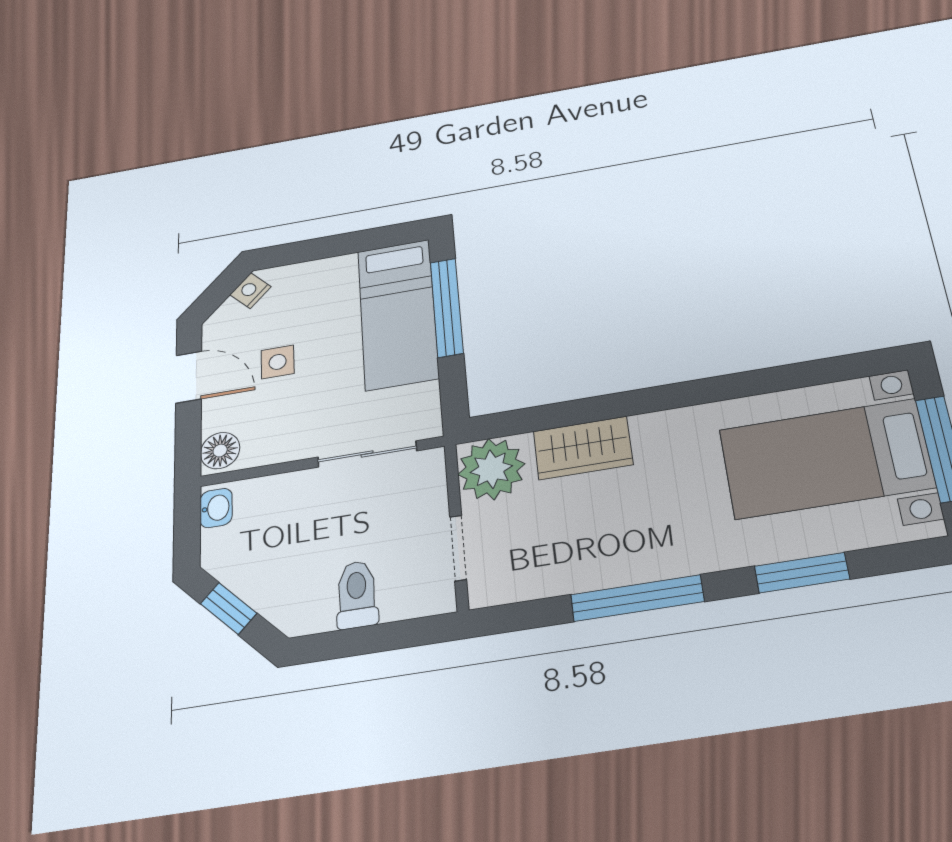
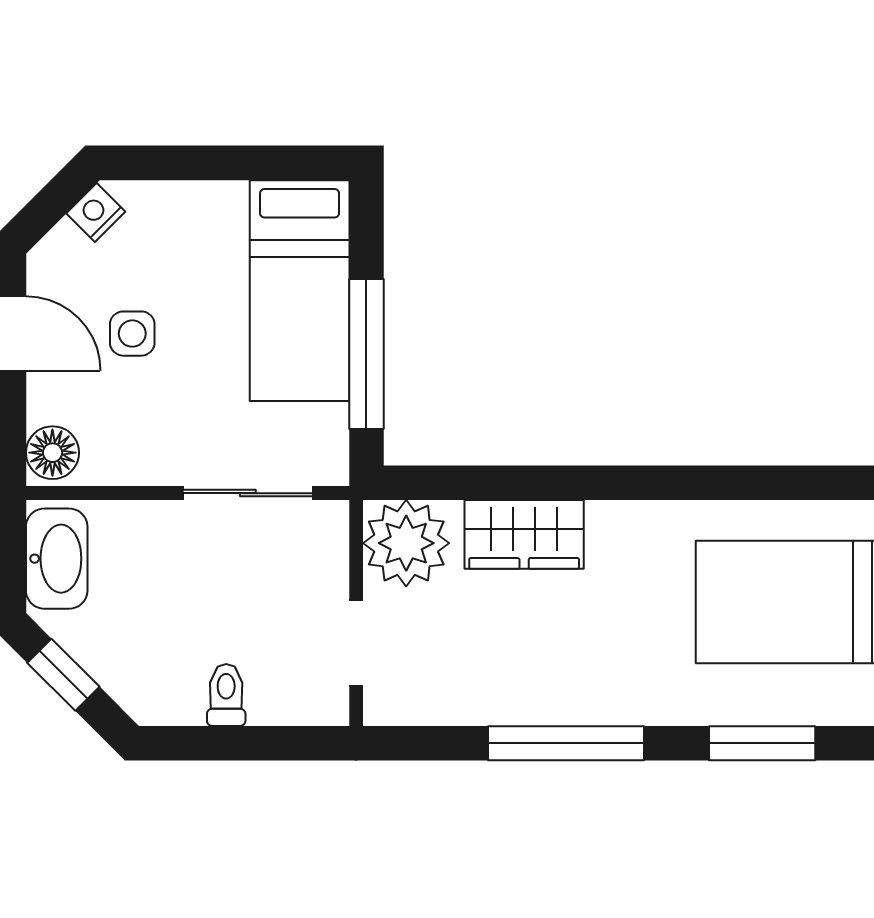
window: (447, 307) -> (366, 354), moved
washbasin: (216, 508) -> (57, 559), width x1.91, depth x1.45
toilet: (357, 595) -> (226, 695), width x0.73, depth x0.72

